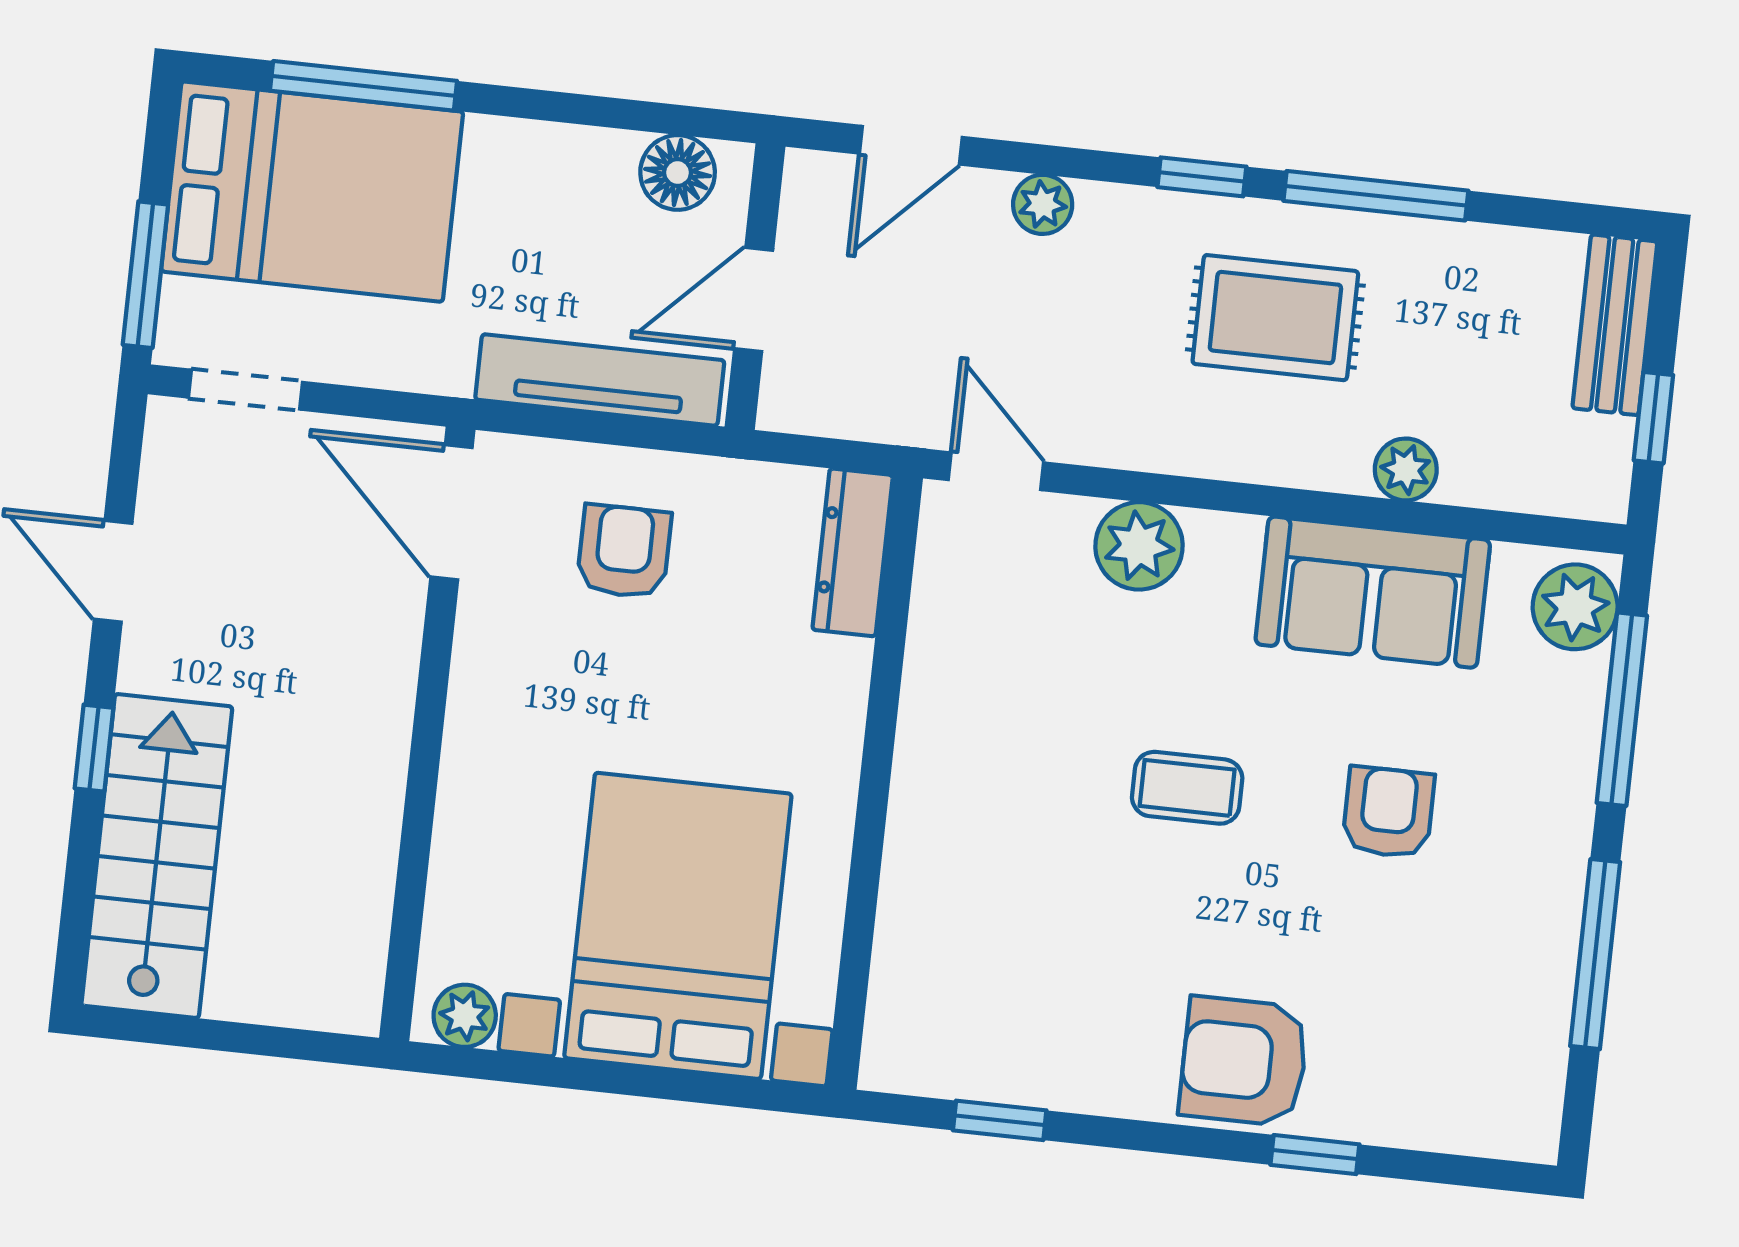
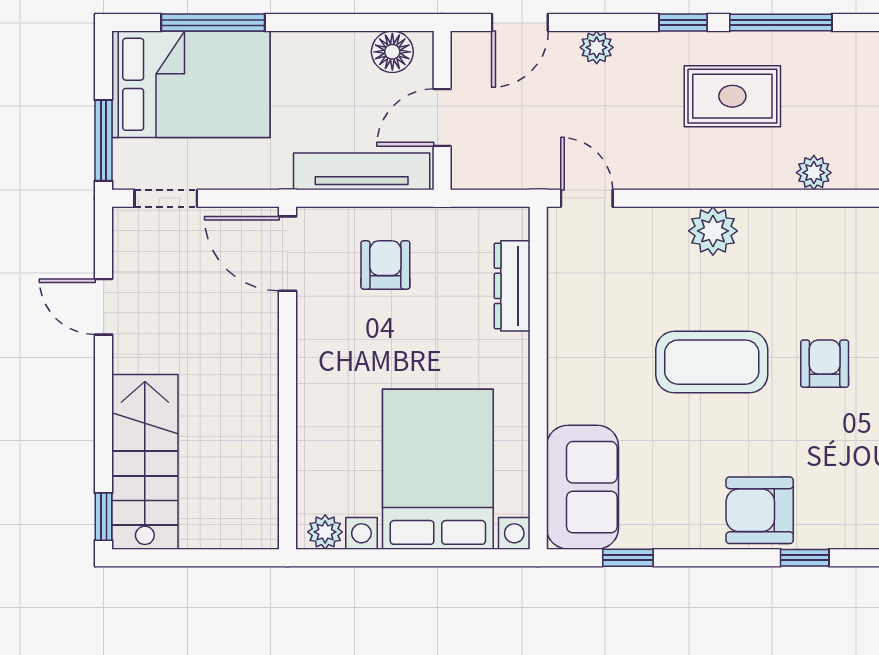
plant: (1139, 546) -> (713, 231), moved
dresser: (853, 552) -> (512, 286), moved
sofa: (1373, 592) -> (583, 487), moved, turned -90
window: (94, 748) -> (104, 517), moved
coffee table: (1187, 788) -> (712, 362), width x1.86, depth x1.72

